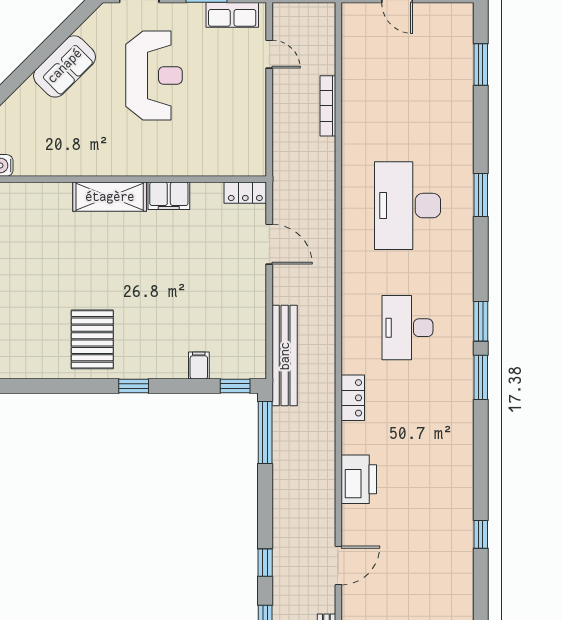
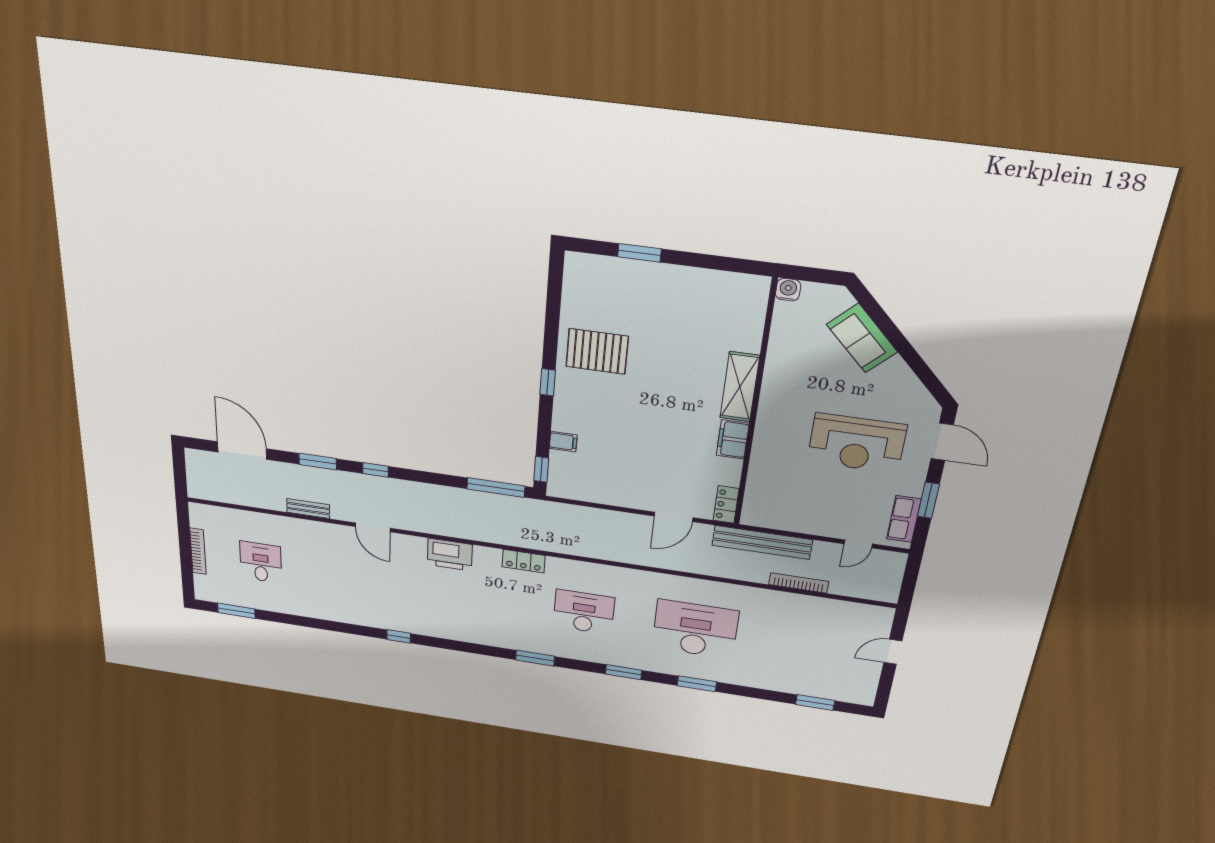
sofa: (65, 66) -> (862, 338), moved
window: (481, 321) -> (624, 672), moved
bench: (285, 356) -> (762, 542), moved

